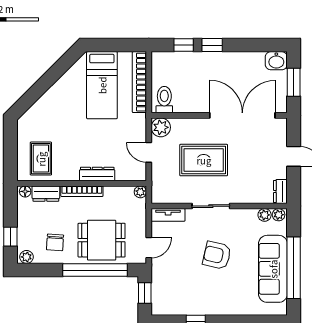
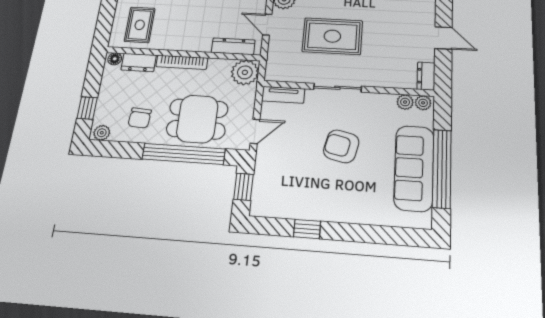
dresser: (97, 174) -> (233, 46), moved
plant: (140, 192) -> (245, 72), width x1.88, depth x1.88

